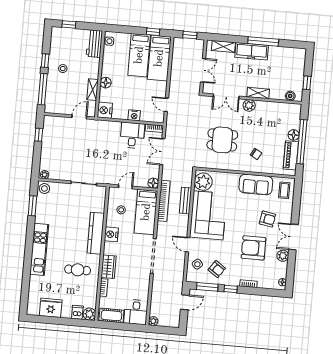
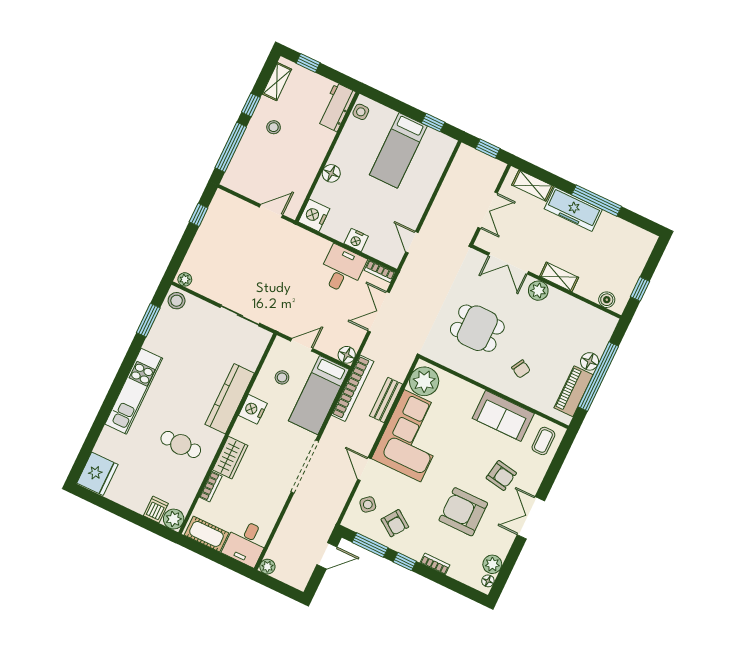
bed: (159, 58) -> (428, 166), removed
shelving: (93, 90) -> (277, 82), moved
plant: (283, 256) -> (492, 564), moved
fridge: (51, 308) -> (97, 474), moved, turned 90

